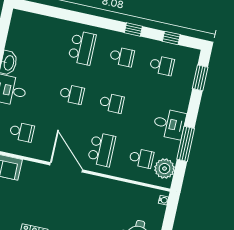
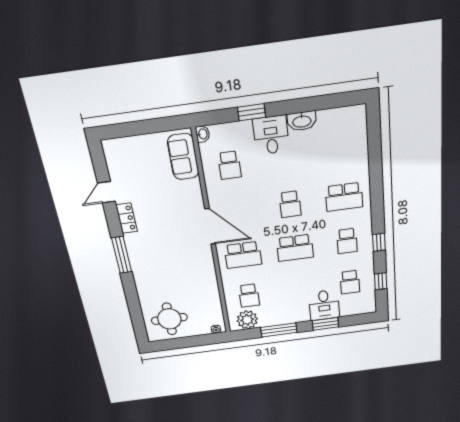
window: (200, 78) -> (325, 324), moved
school desk: (112, 103) -> (295, 248), width x1.85
desk: (169, 124) -> (324, 305), moved
door: (66, 167) -> (210, 226), hinge flipped

